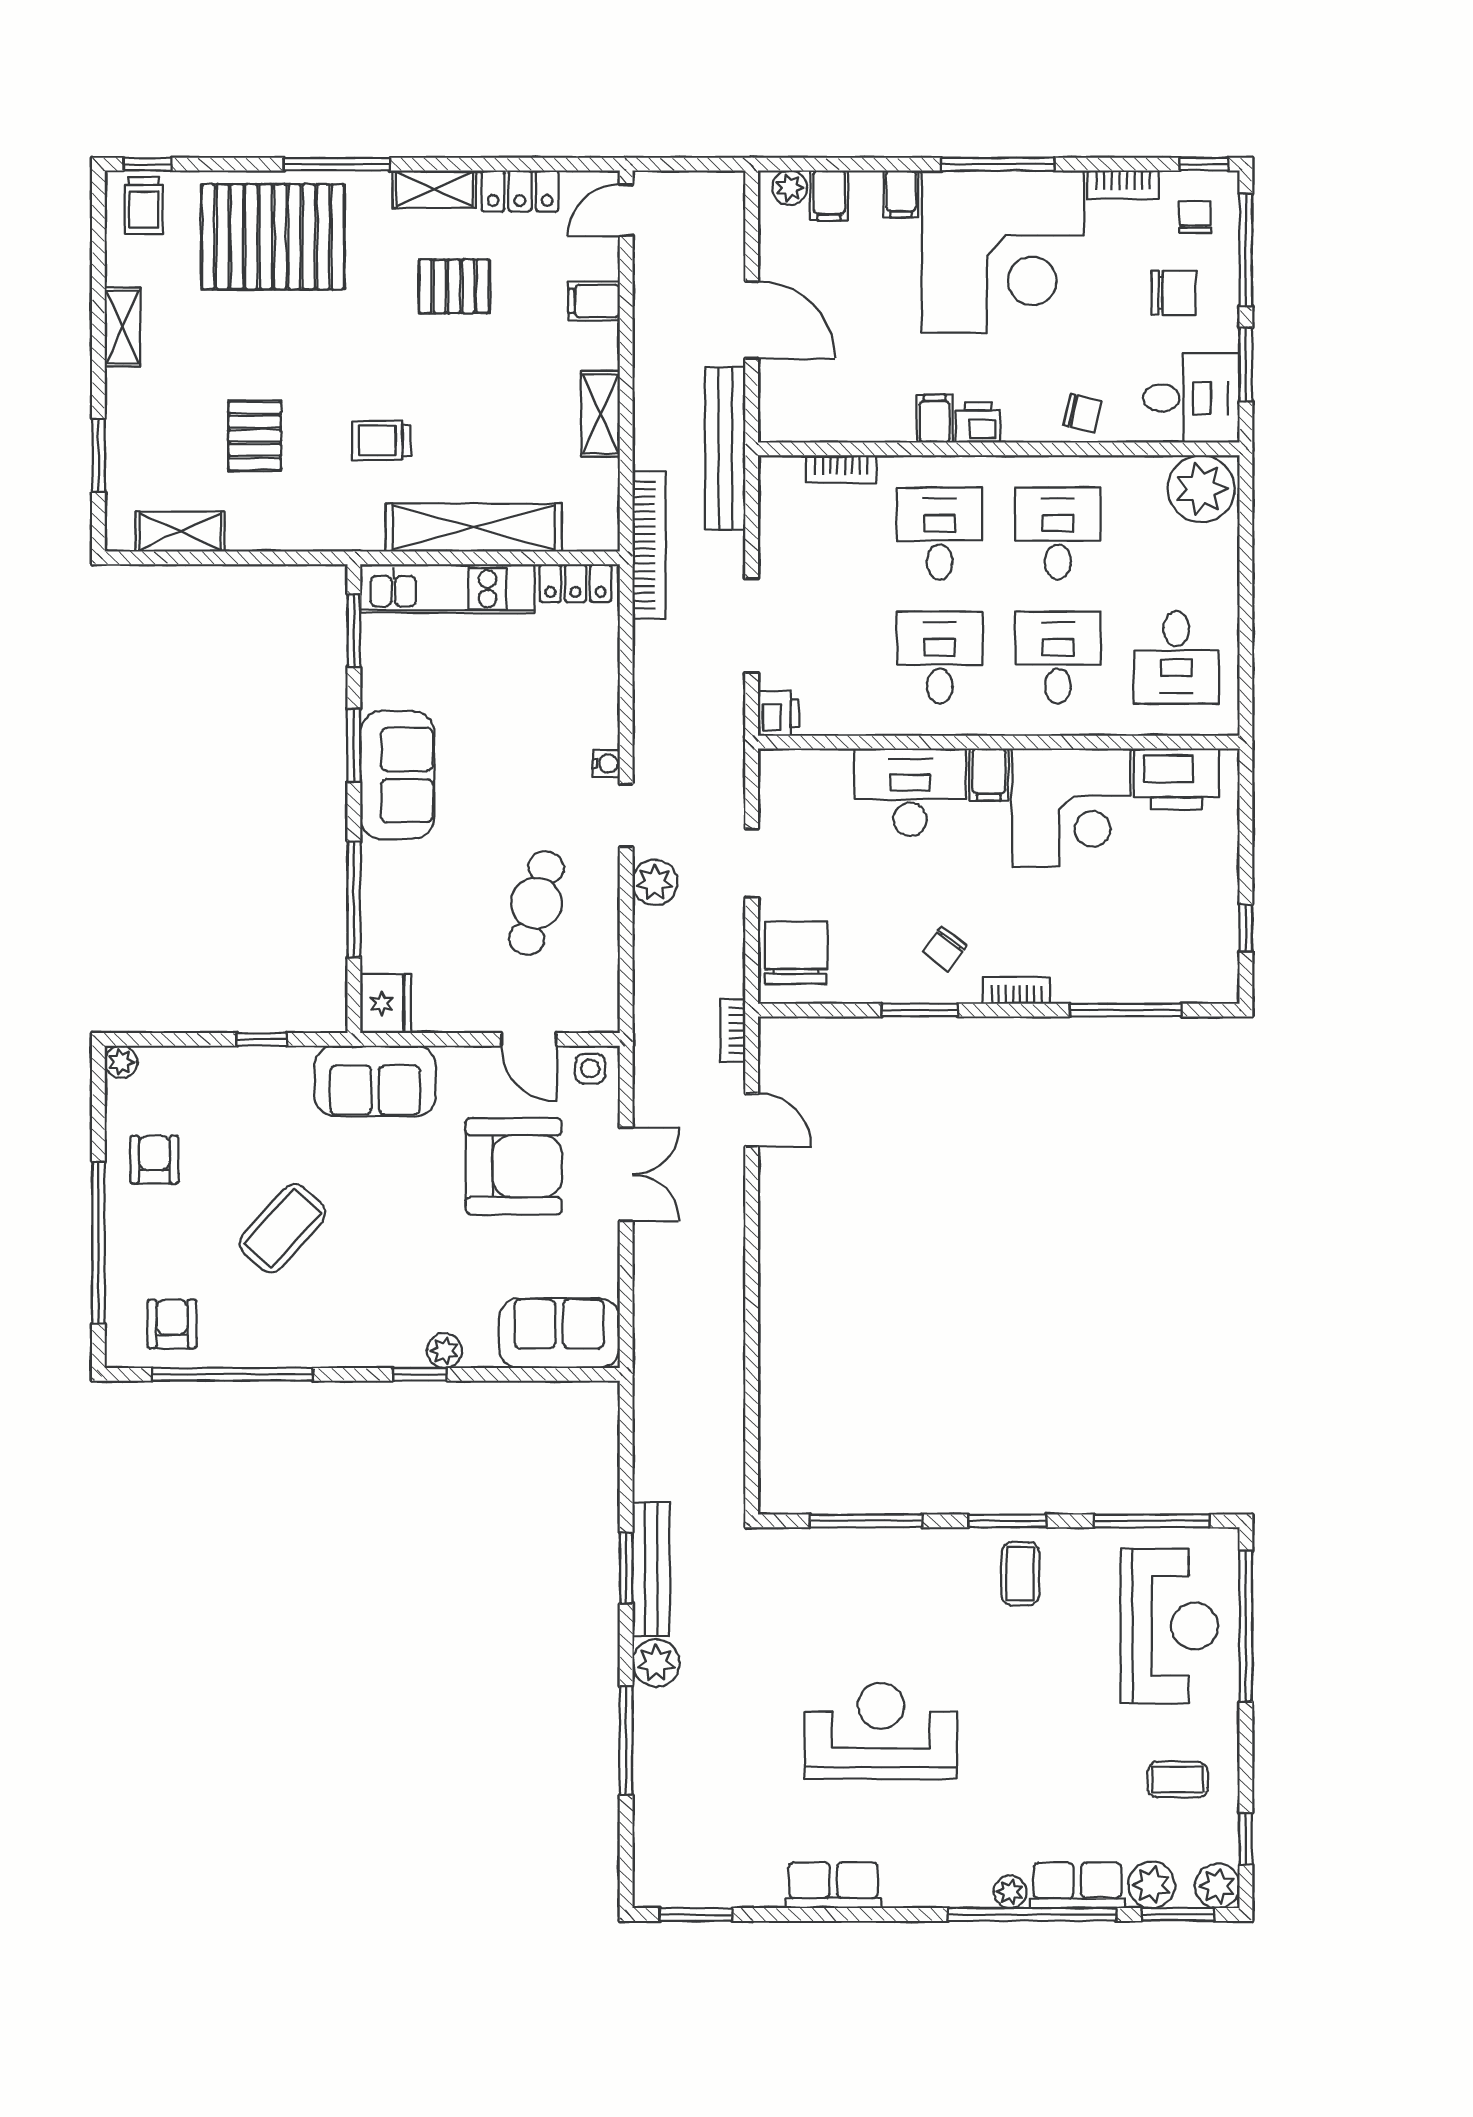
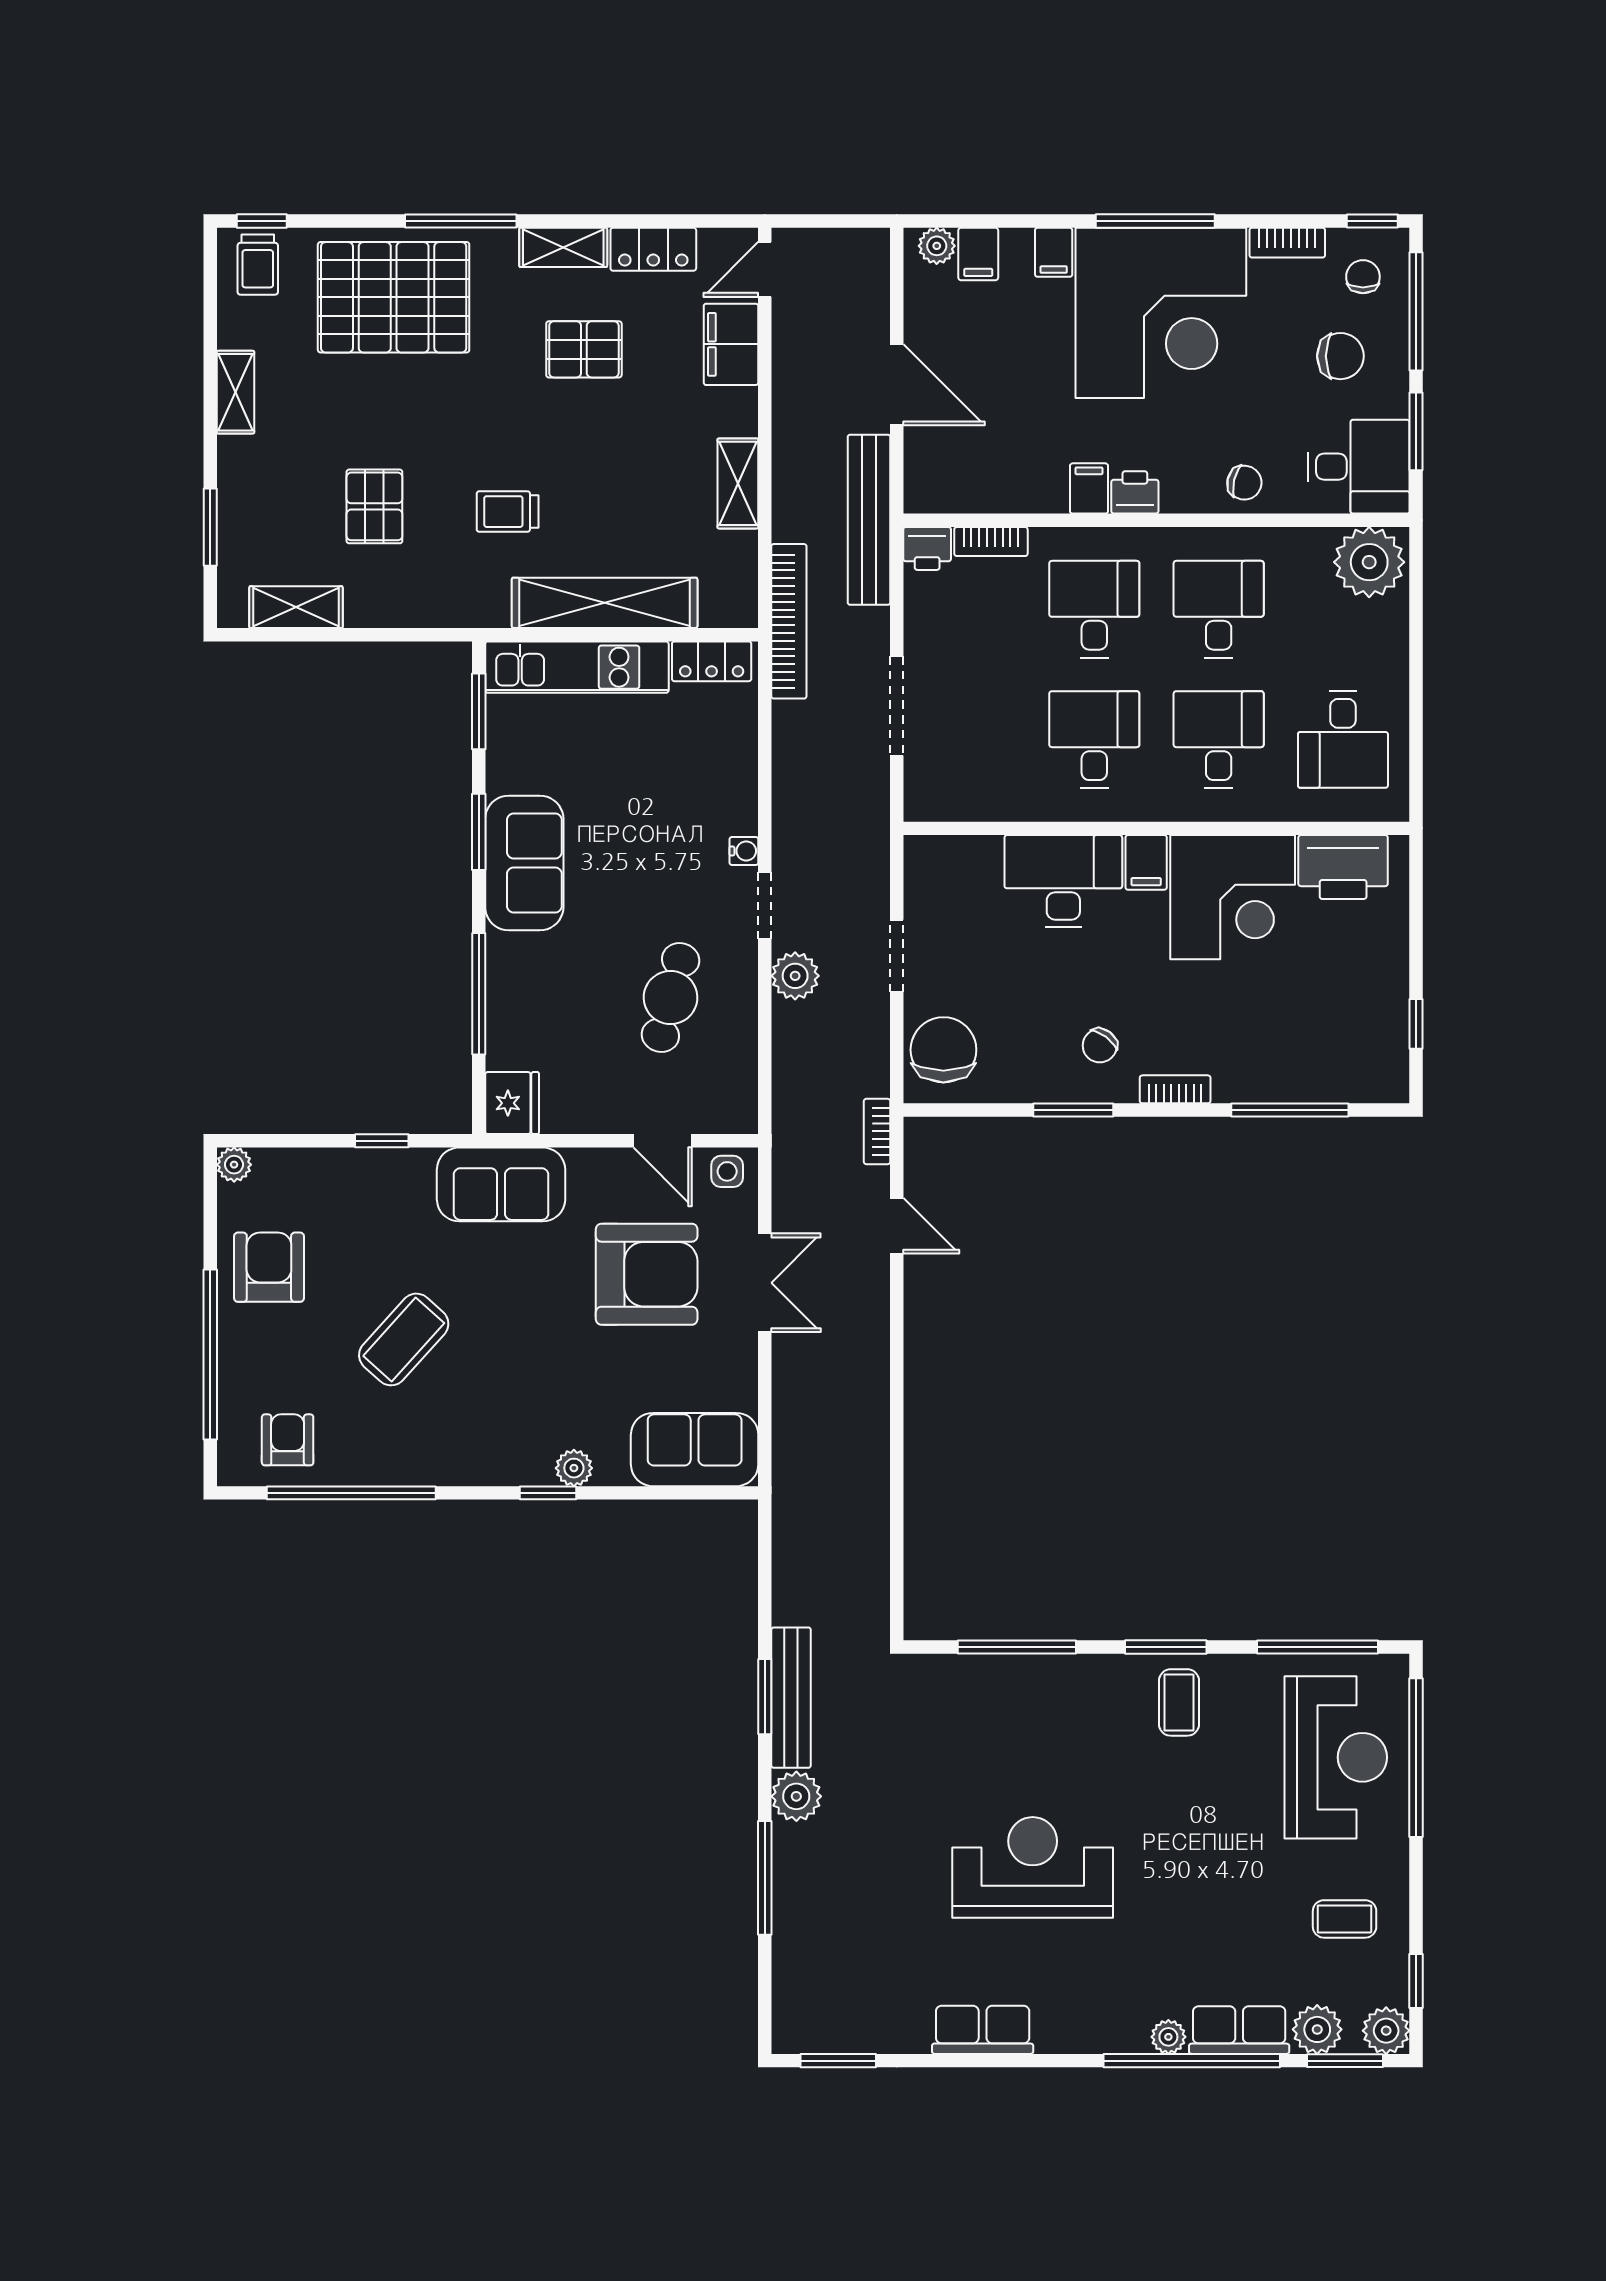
filing cabinet: (594, 301) -> (731, 344), width x2.00
printer: (778, 713) -> (927, 548), moved, turned 90
armchair: (154, 1160) -> (269, 1267), width x1.38, depth x1.38

